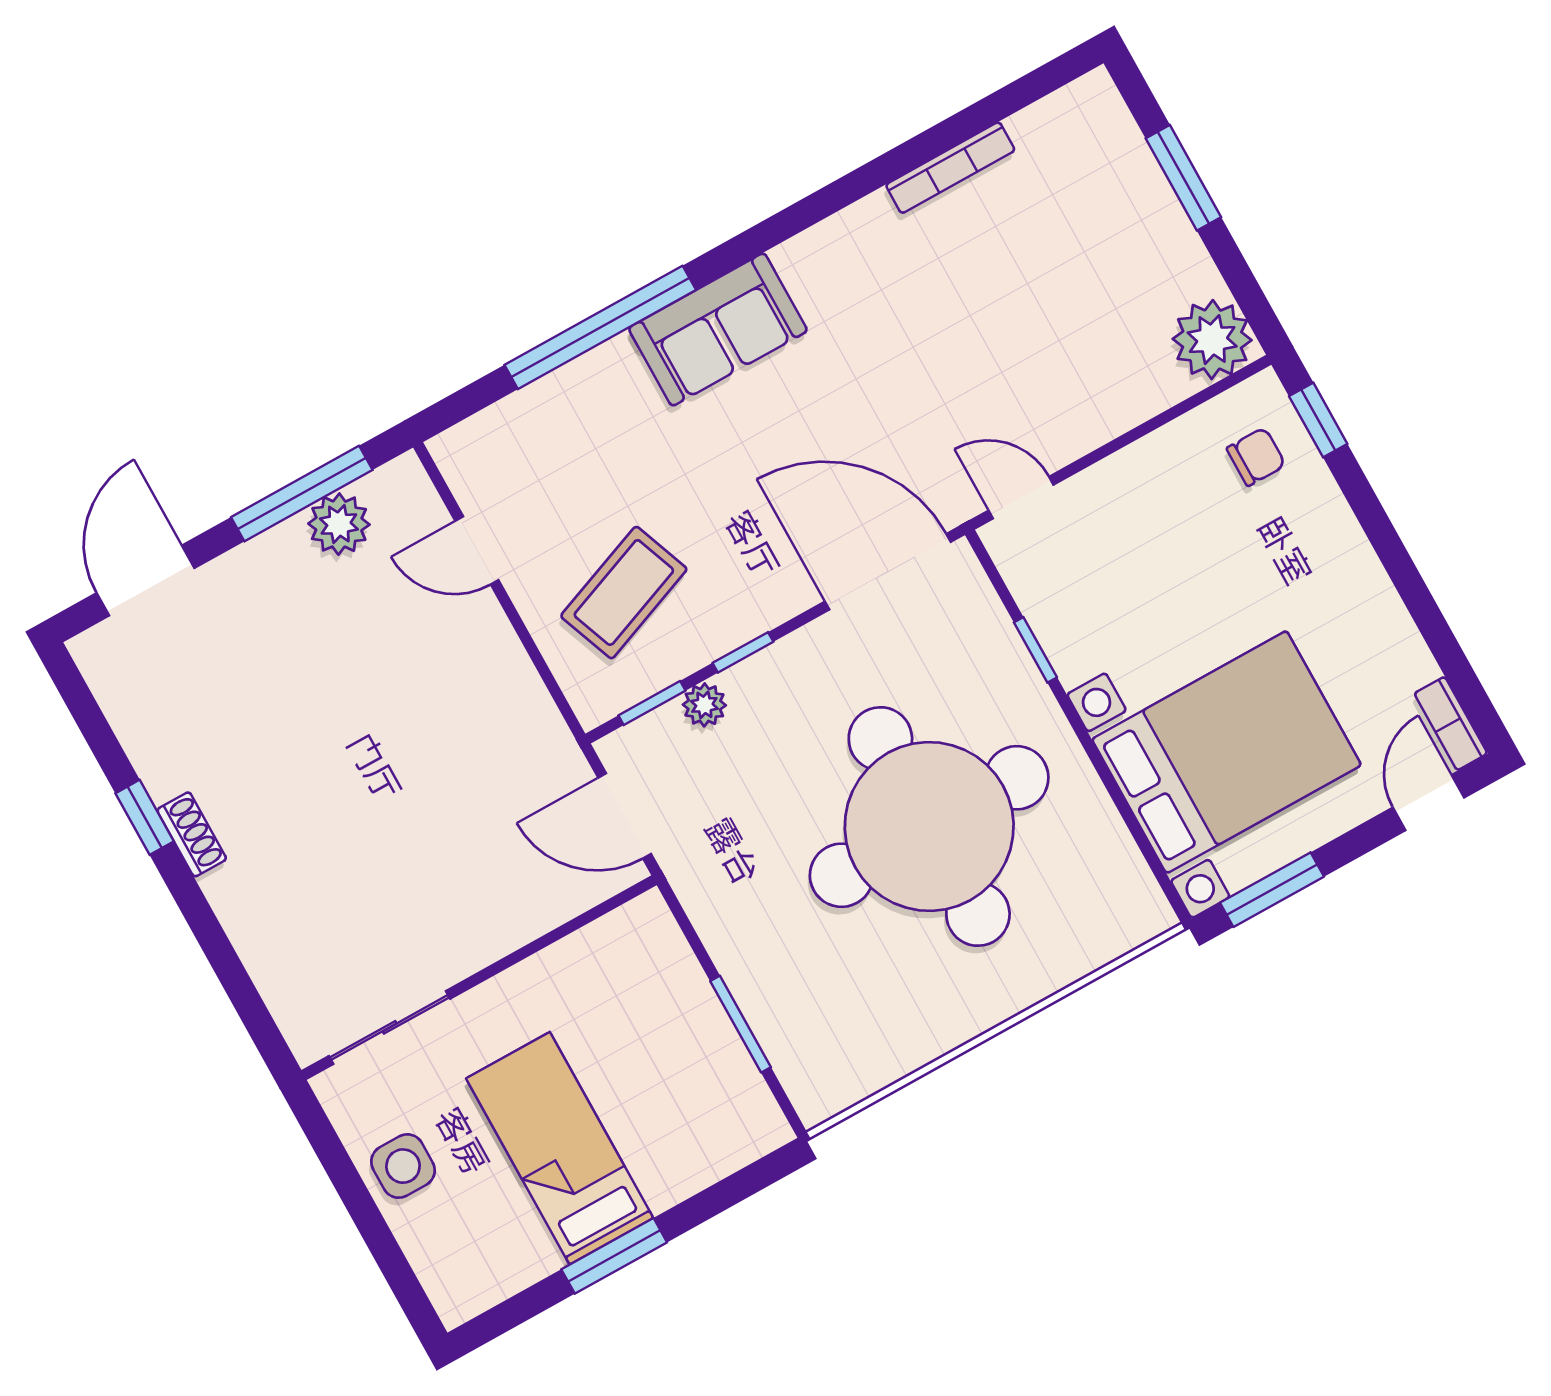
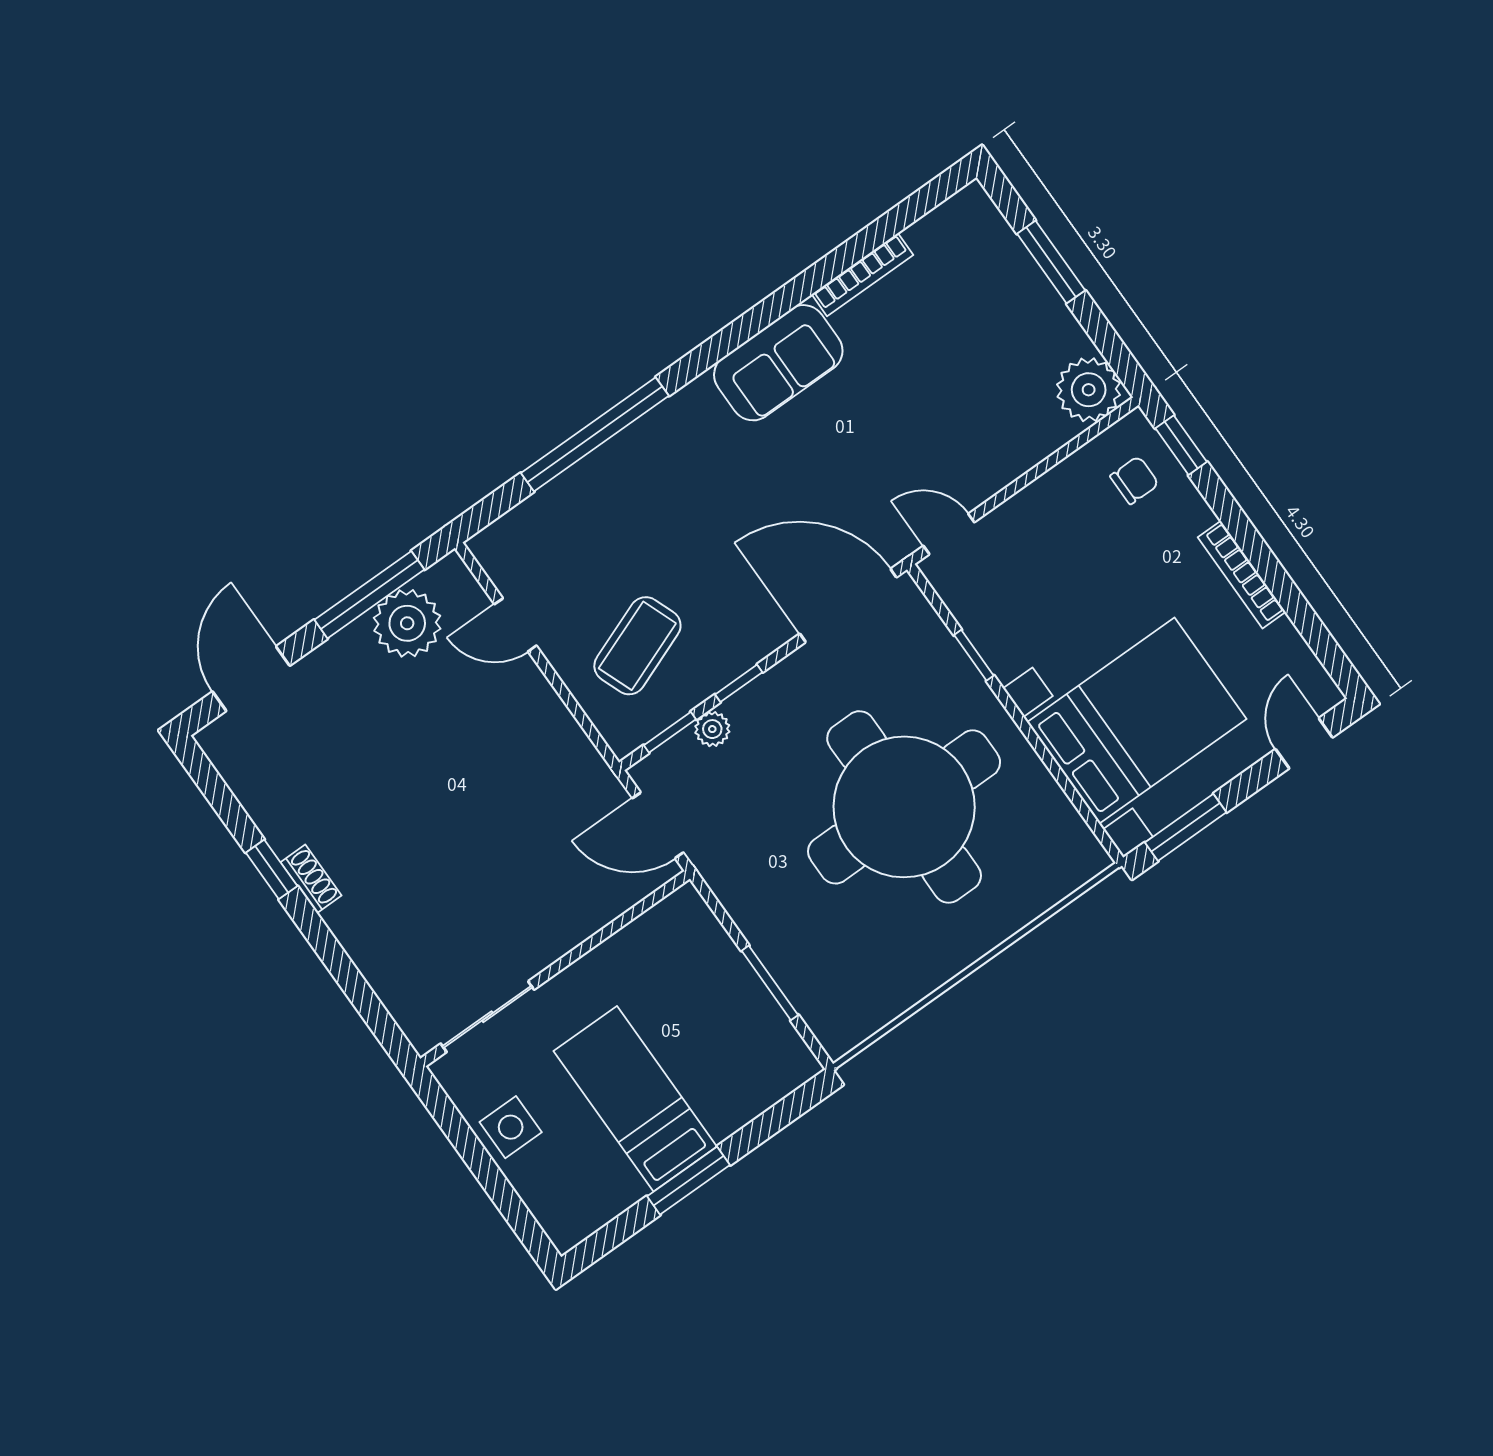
sofa: (718, 329) -> (778, 363), moved
plant: (339, 524) -> (407, 623), width x1.36, depth x1.36
bookcase: (1451, 723) -> (1242, 575), moved, width x1.56

